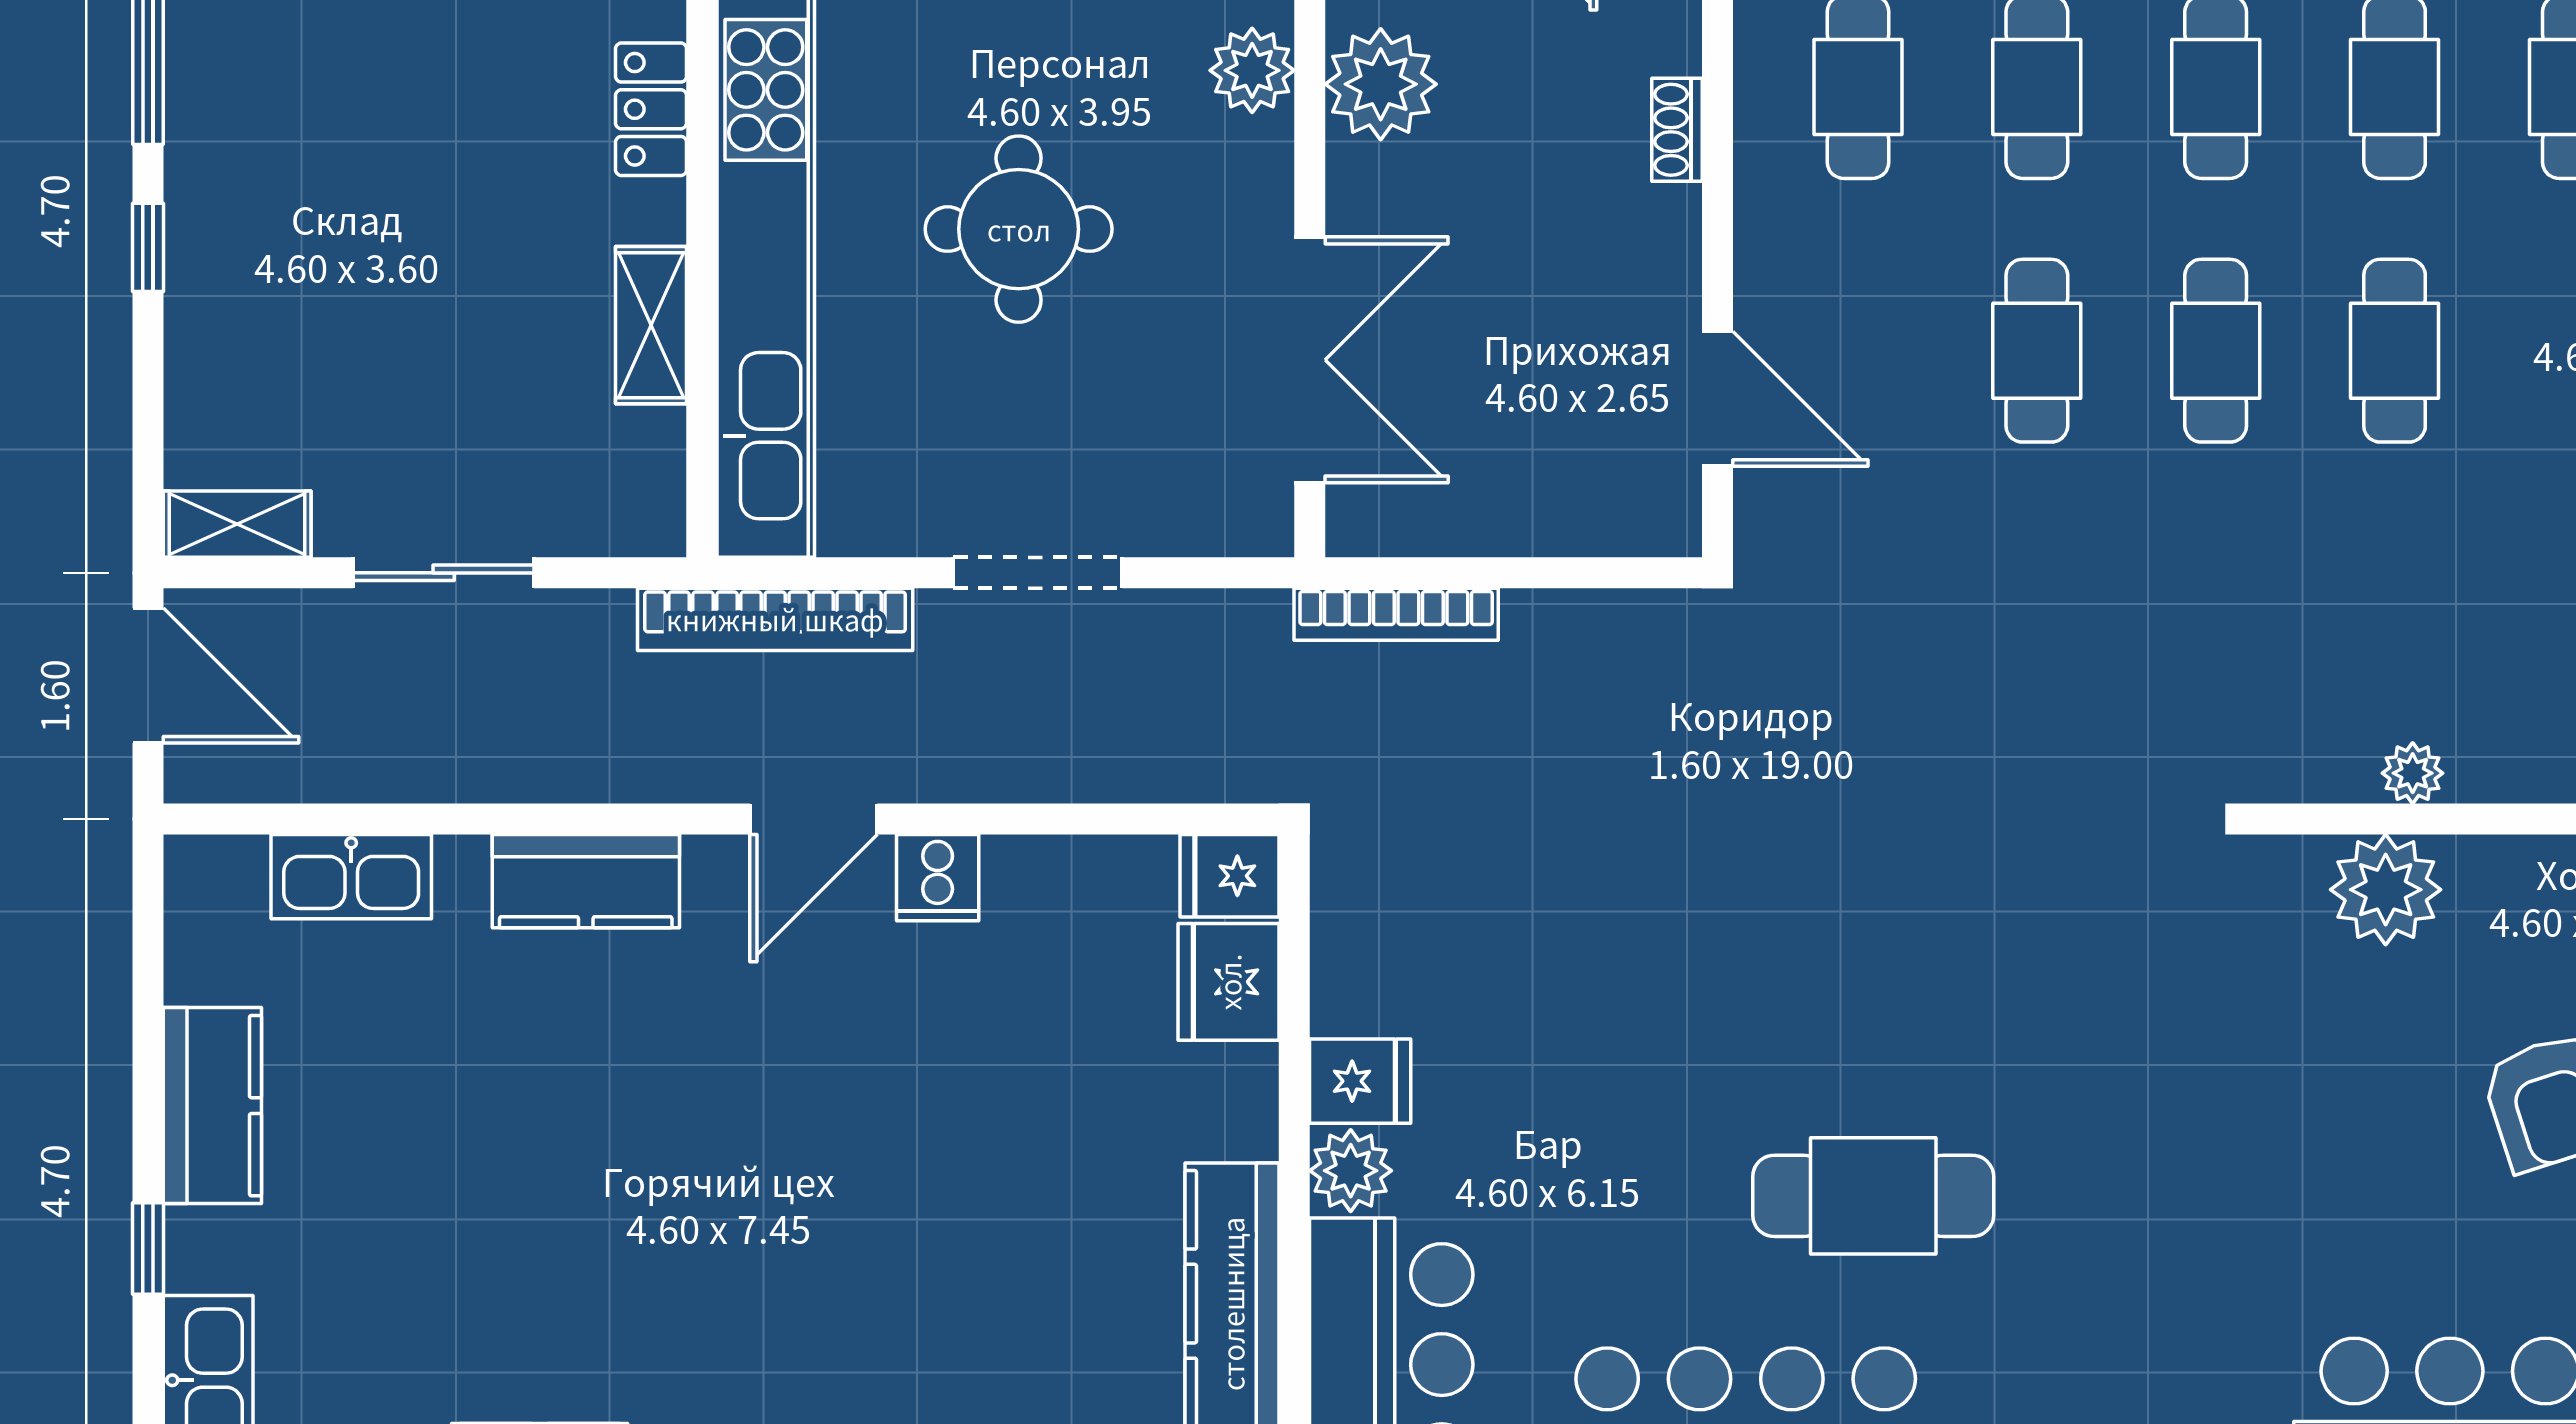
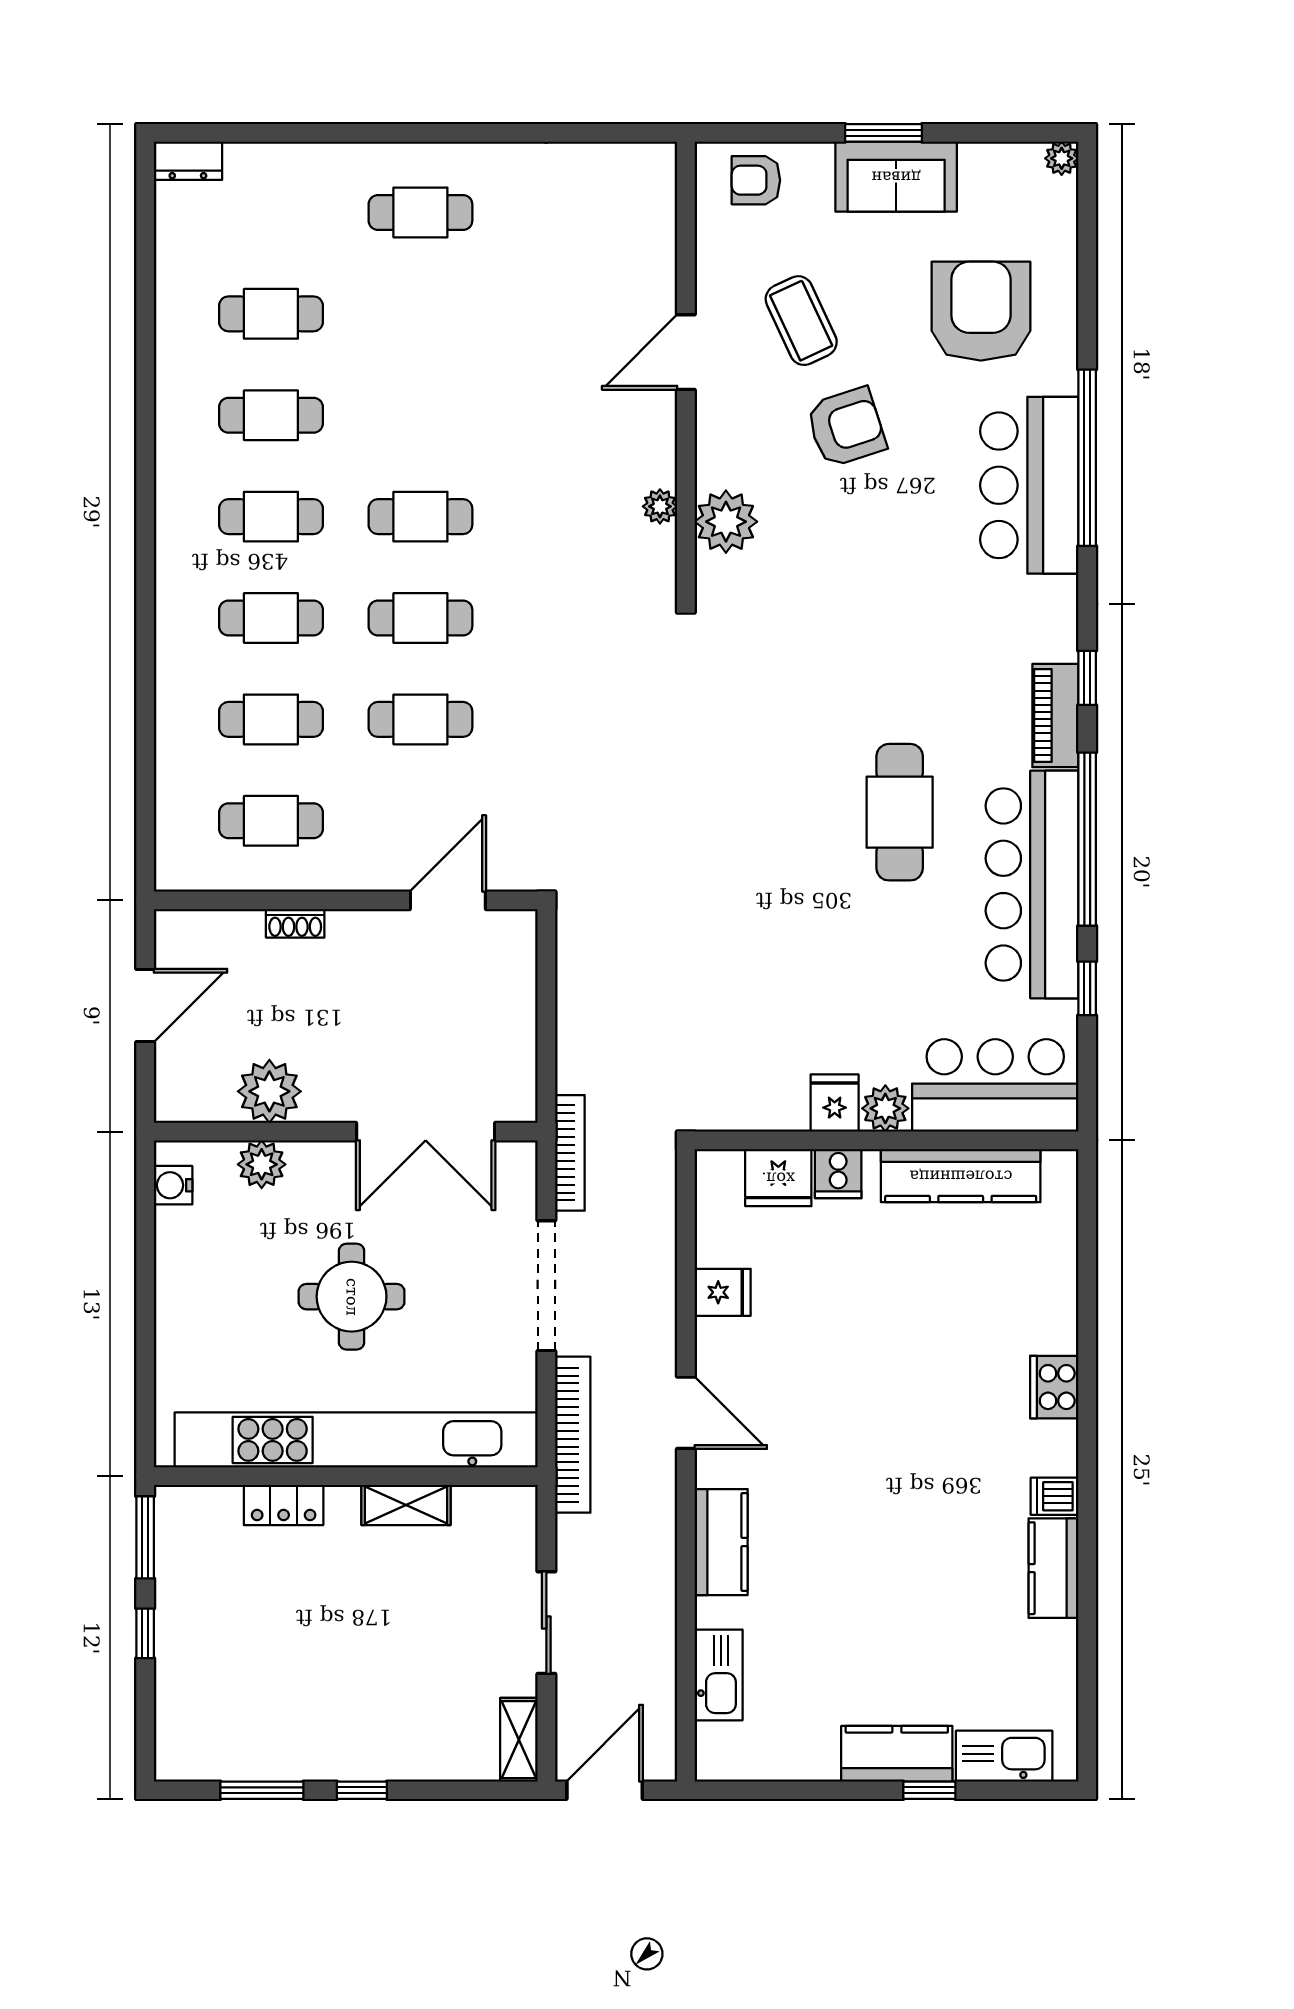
double door: (1310, 360) -> (426, 1132), swing flipped
doorway: (1038, 573) -> (546, 1286), width x1.36
bookcase: (1396, 614) -> (570, 1153), moved
fridge: (1229, 876) -> (723, 1292), moved, turned -90
cooker: (938, 878) -> (838, 1174), moved, turned 90
kitchen counter: (212, 1106) -> (897, 1754), moved

